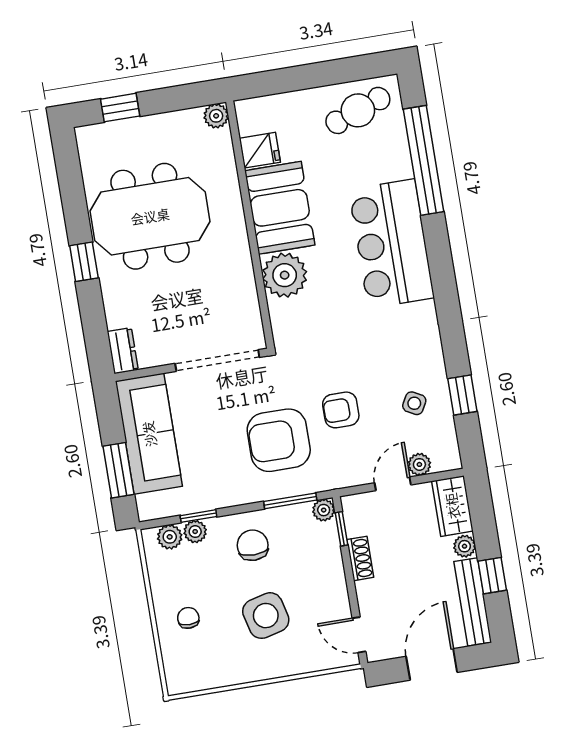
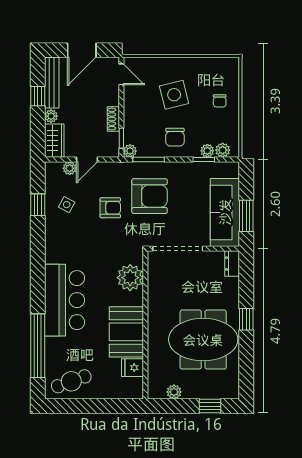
plant: (216, 116) -> (174, 392), moved
plant: (285, 275) -> (130, 278), moved
window: (118, 470) -> (246, 216), moved

